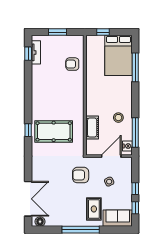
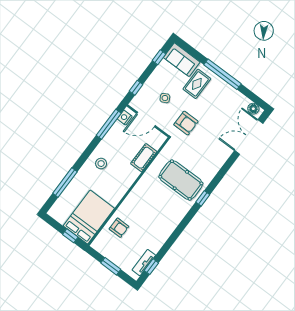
bed: (118, 55) -> (89, 217), moved
stool: (118, 118) -> (101, 164), moved
window: (135, 189) -> (136, 88), moved

